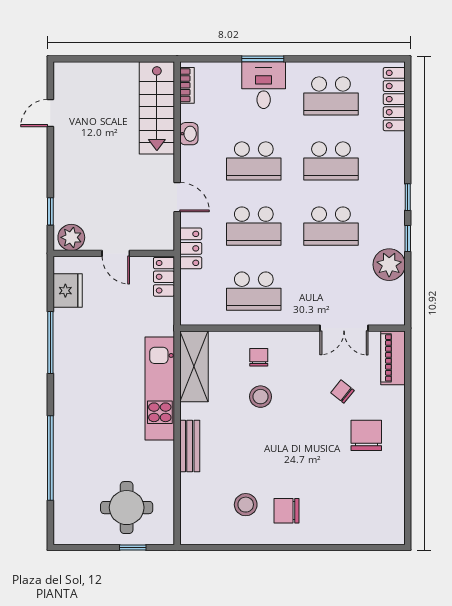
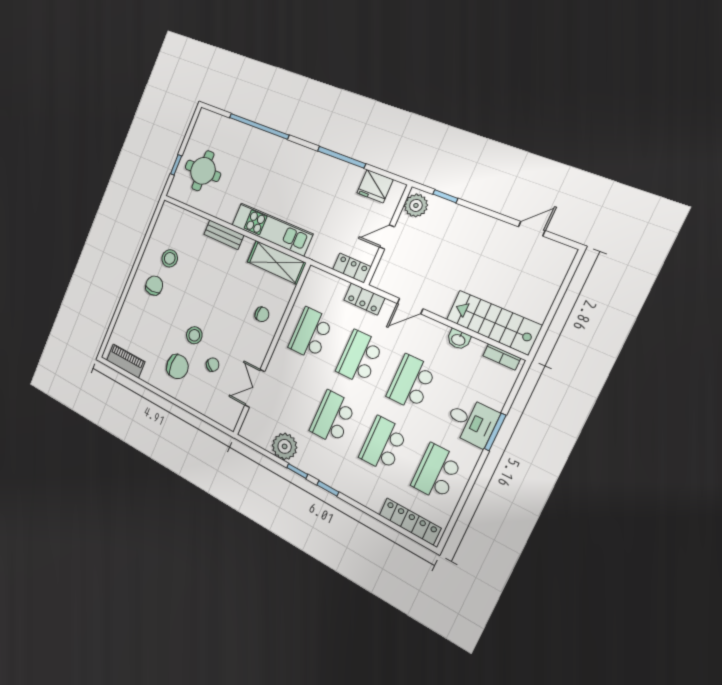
door: (50, 113) -> (532, 229), hinge flipped
piano: (393, 358) -> (126, 361), moved
stool: (260, 397) -> (194, 335), moved

